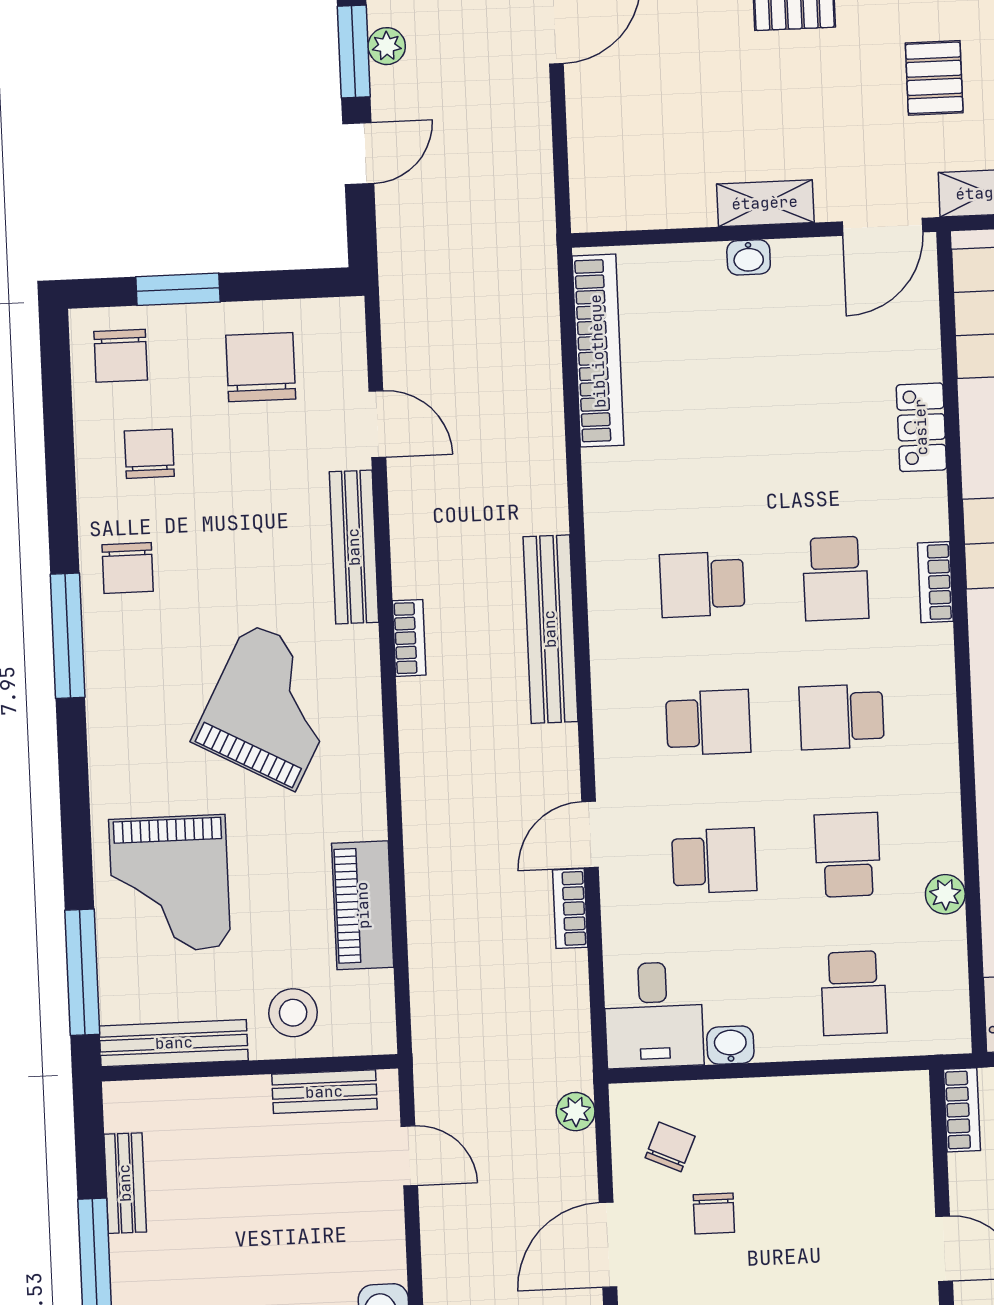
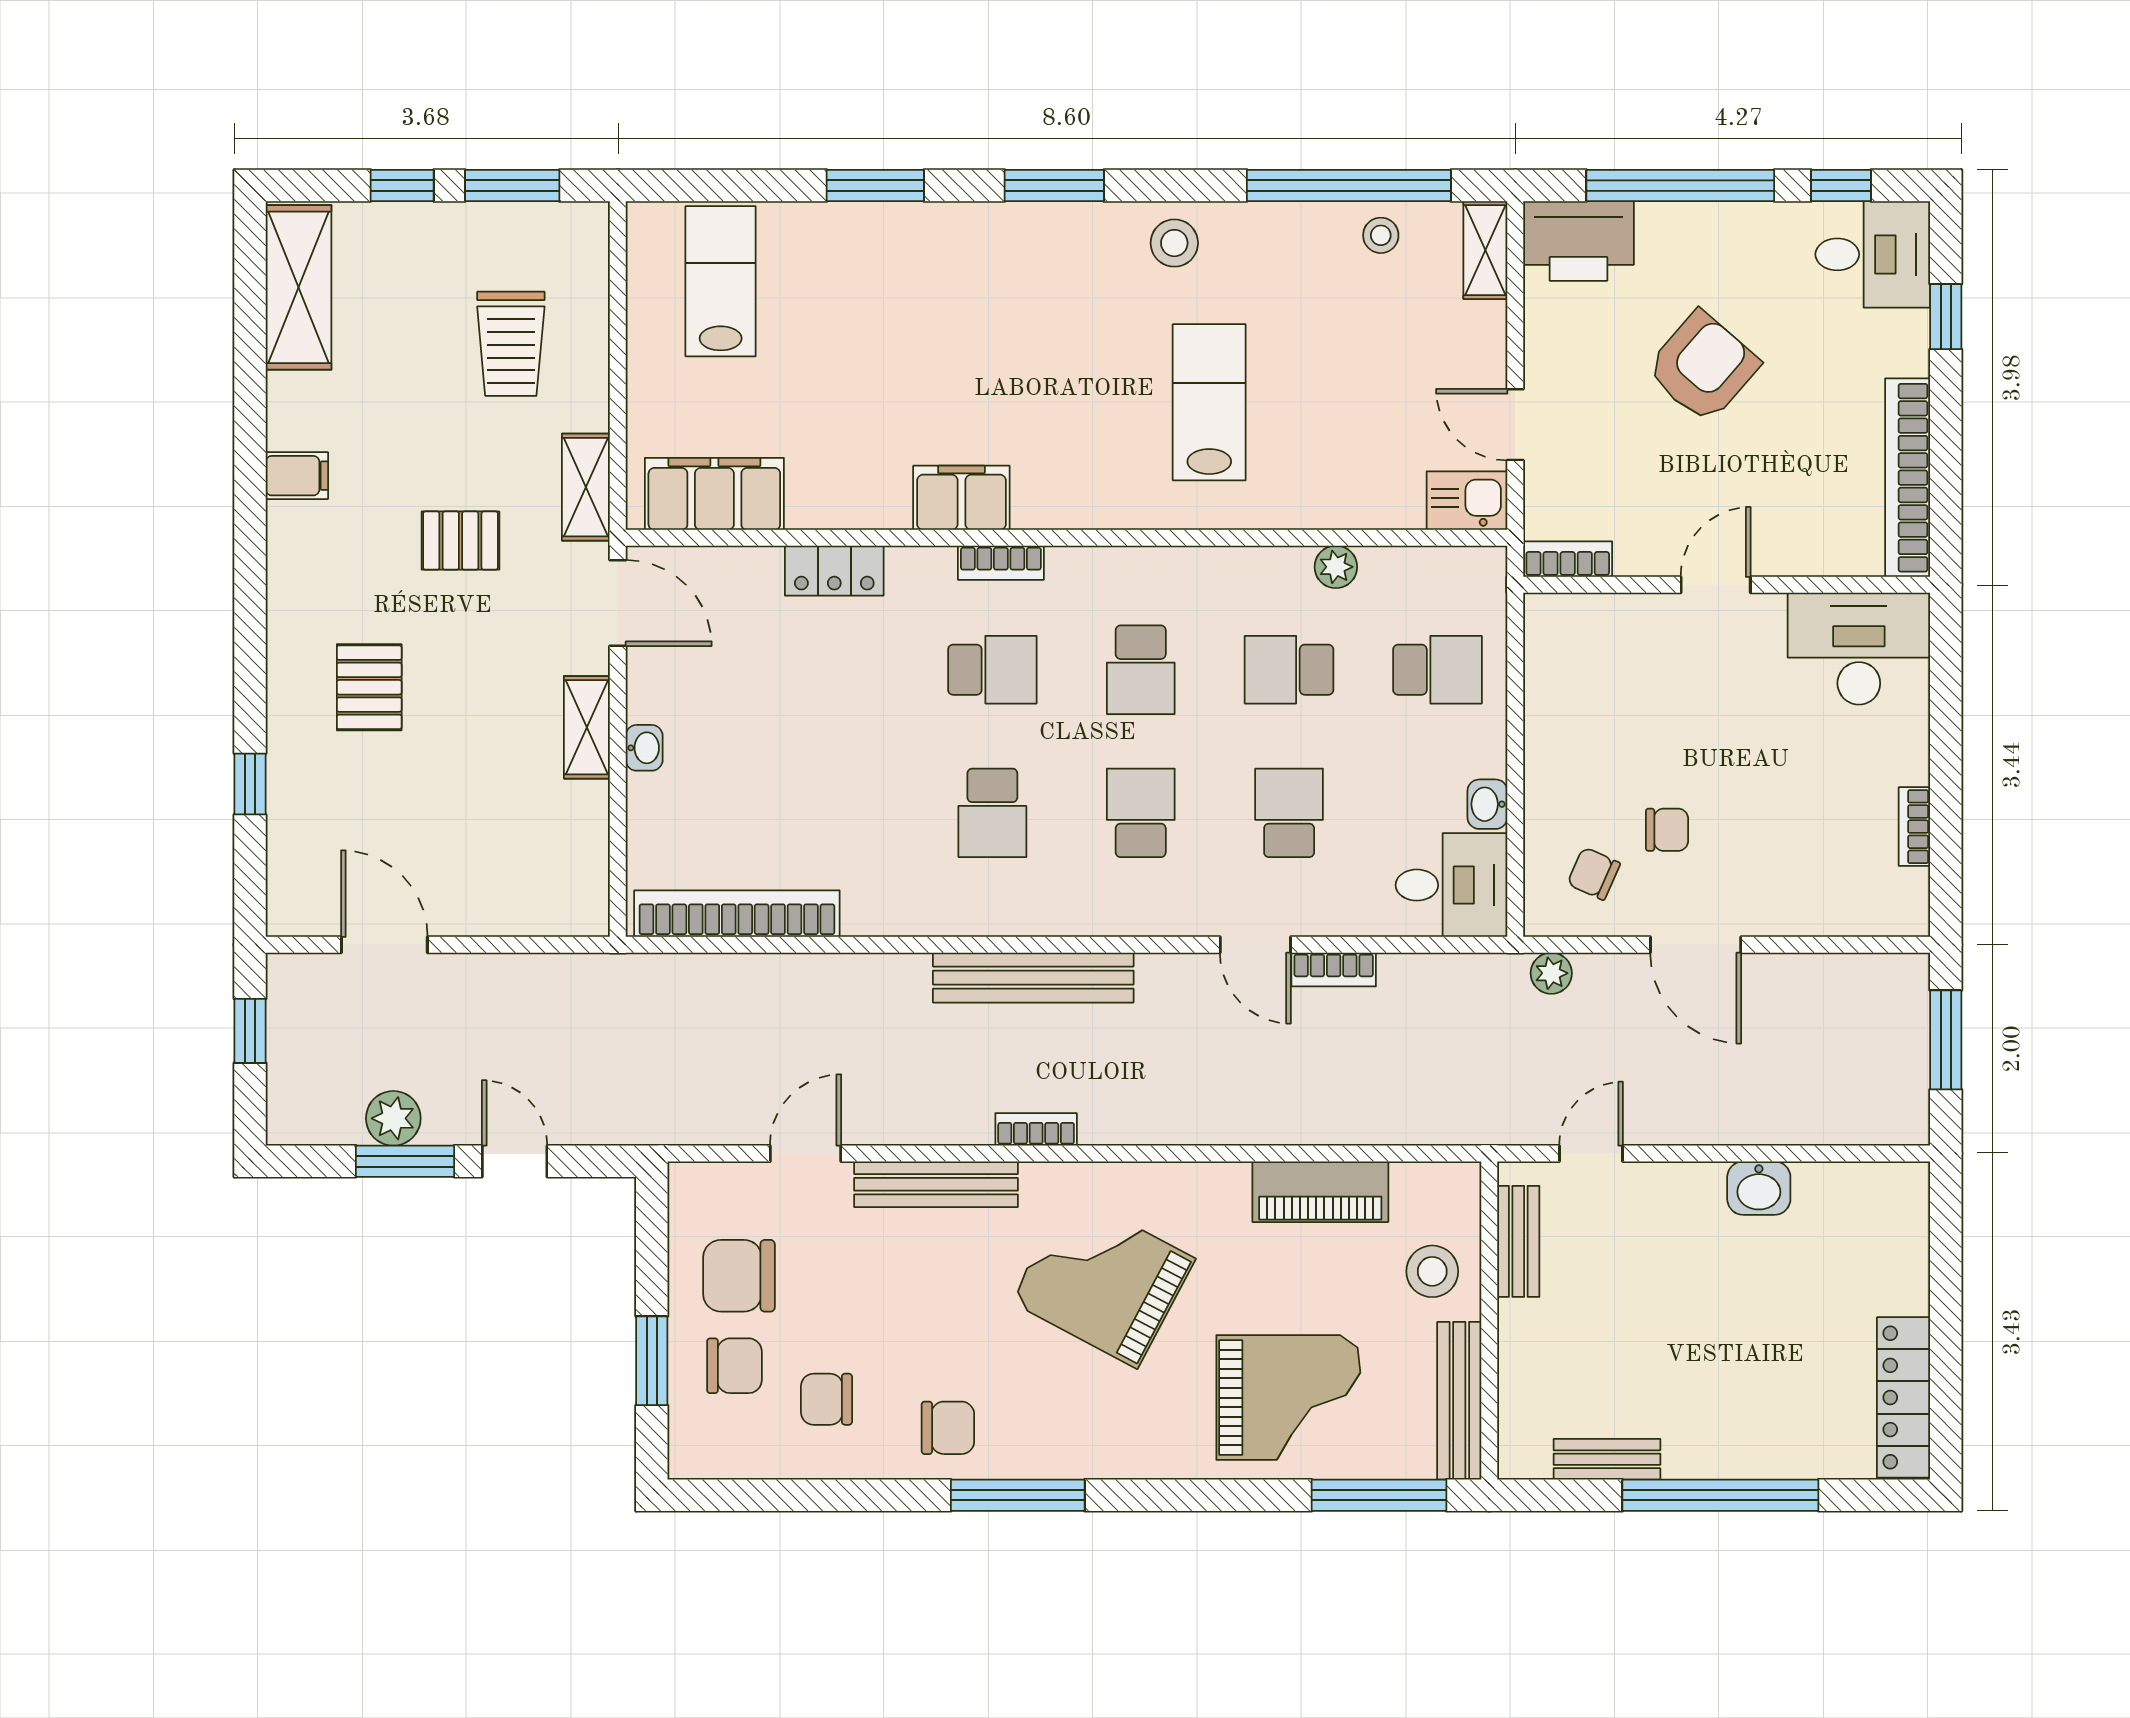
plant: (387, 46) -> (393, 1118), width x1.38, depth x1.38
chair: (121, 356) -> (734, 1366), moved

